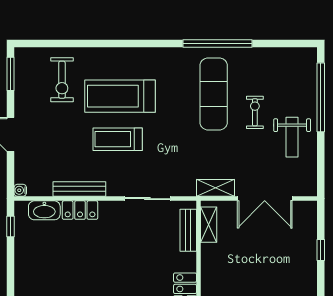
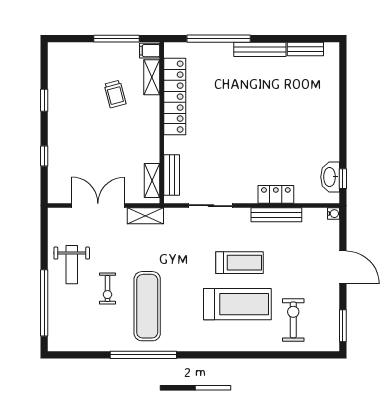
weight bench: (292, 137) -> (72, 265), turned 180
washbasin: (44, 210) -> (330, 177), moved, turned -90

